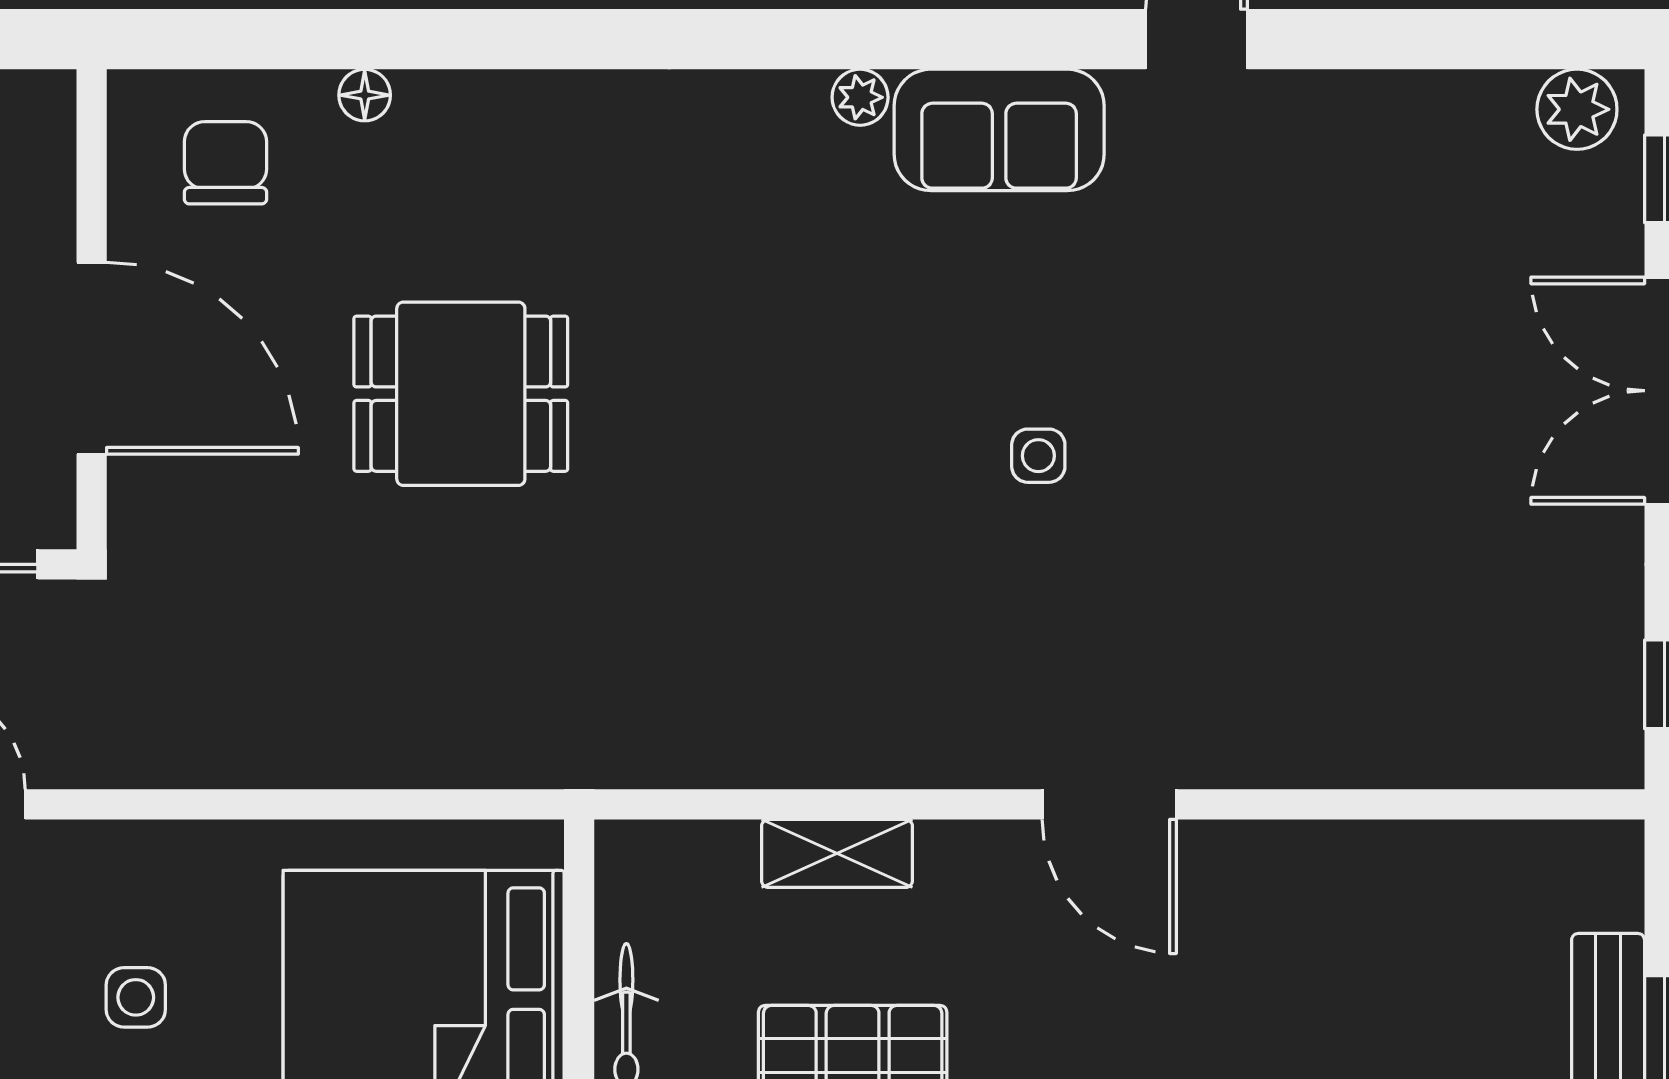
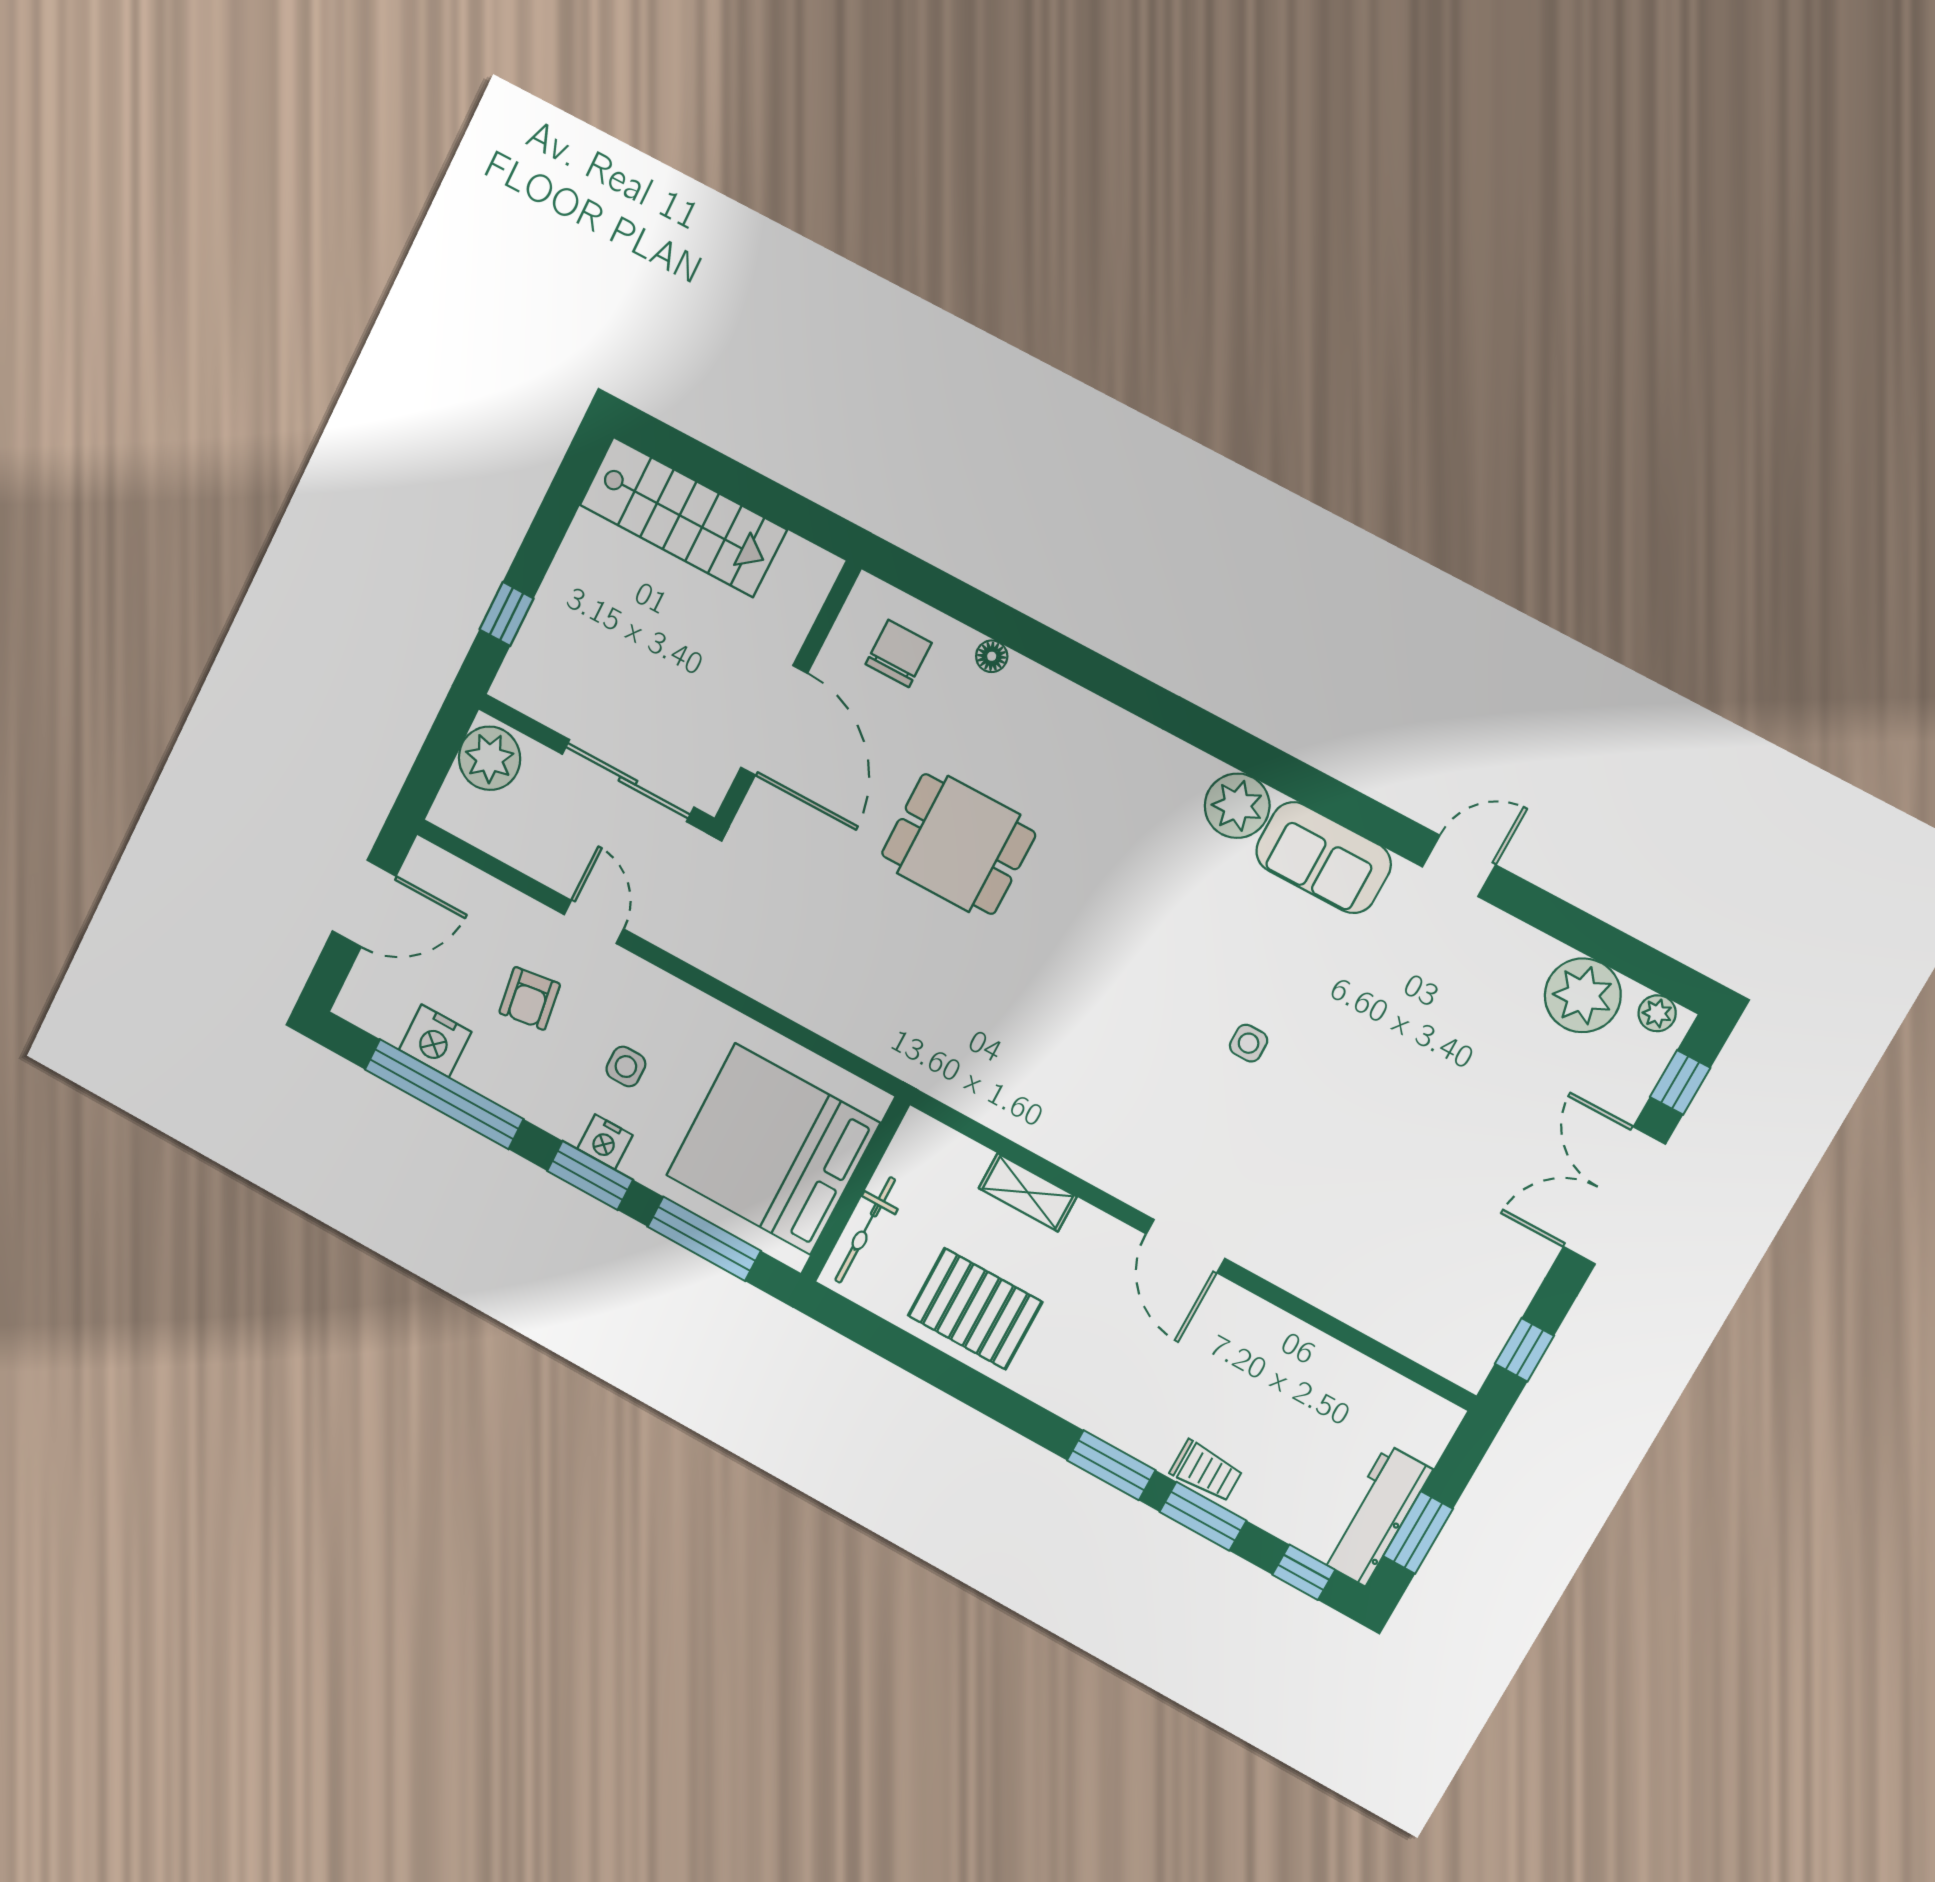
plant: (860, 97) -> (1237, 806), width x1.88, depth x1.88
plant: (1577, 109) -> (1657, 1013), width x0.73, depth x0.73
plant: (1471, 129) -> (1583, 995), added

